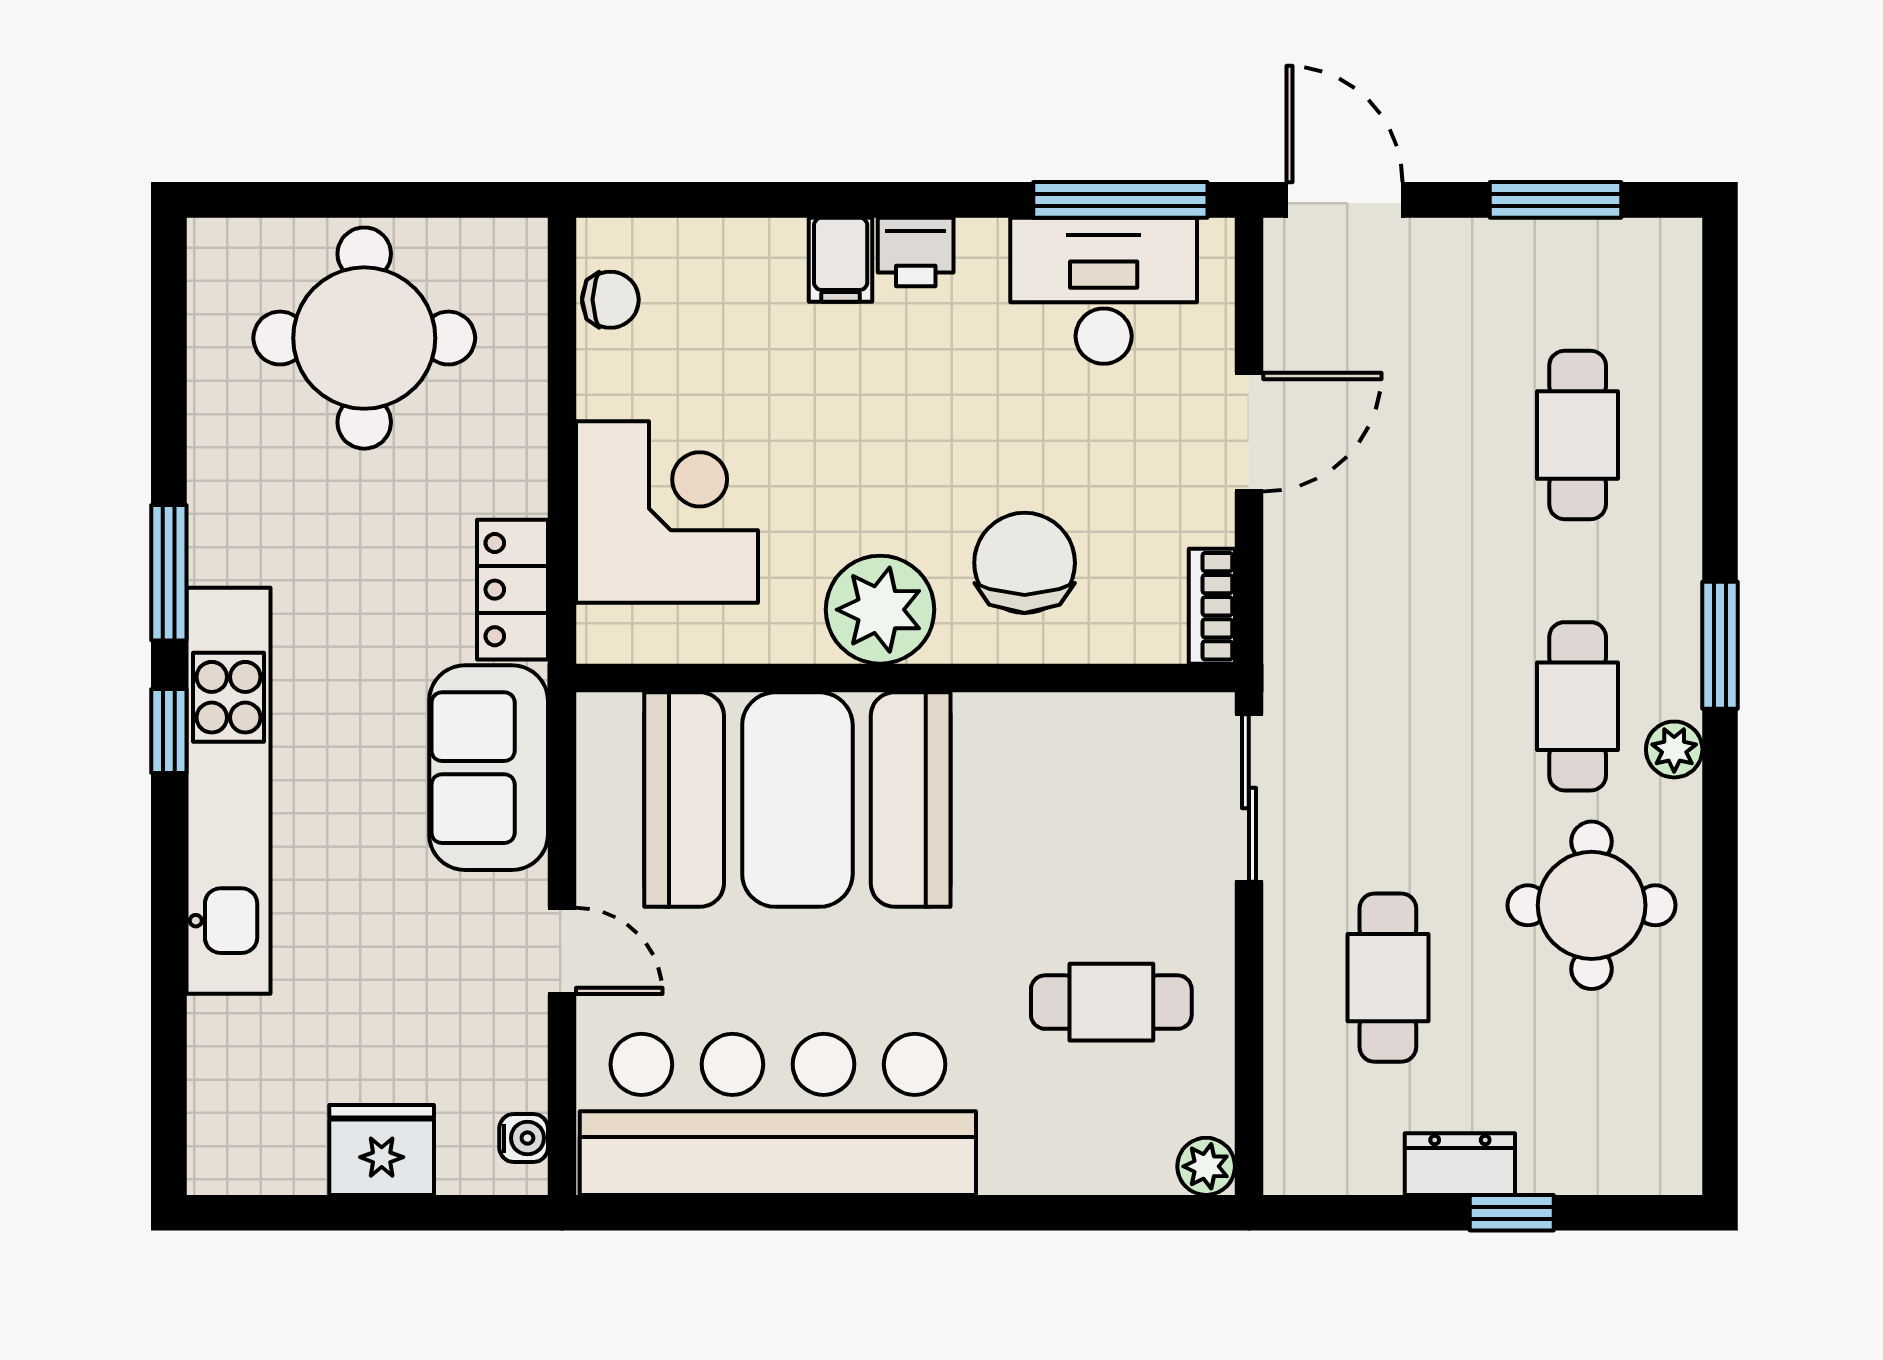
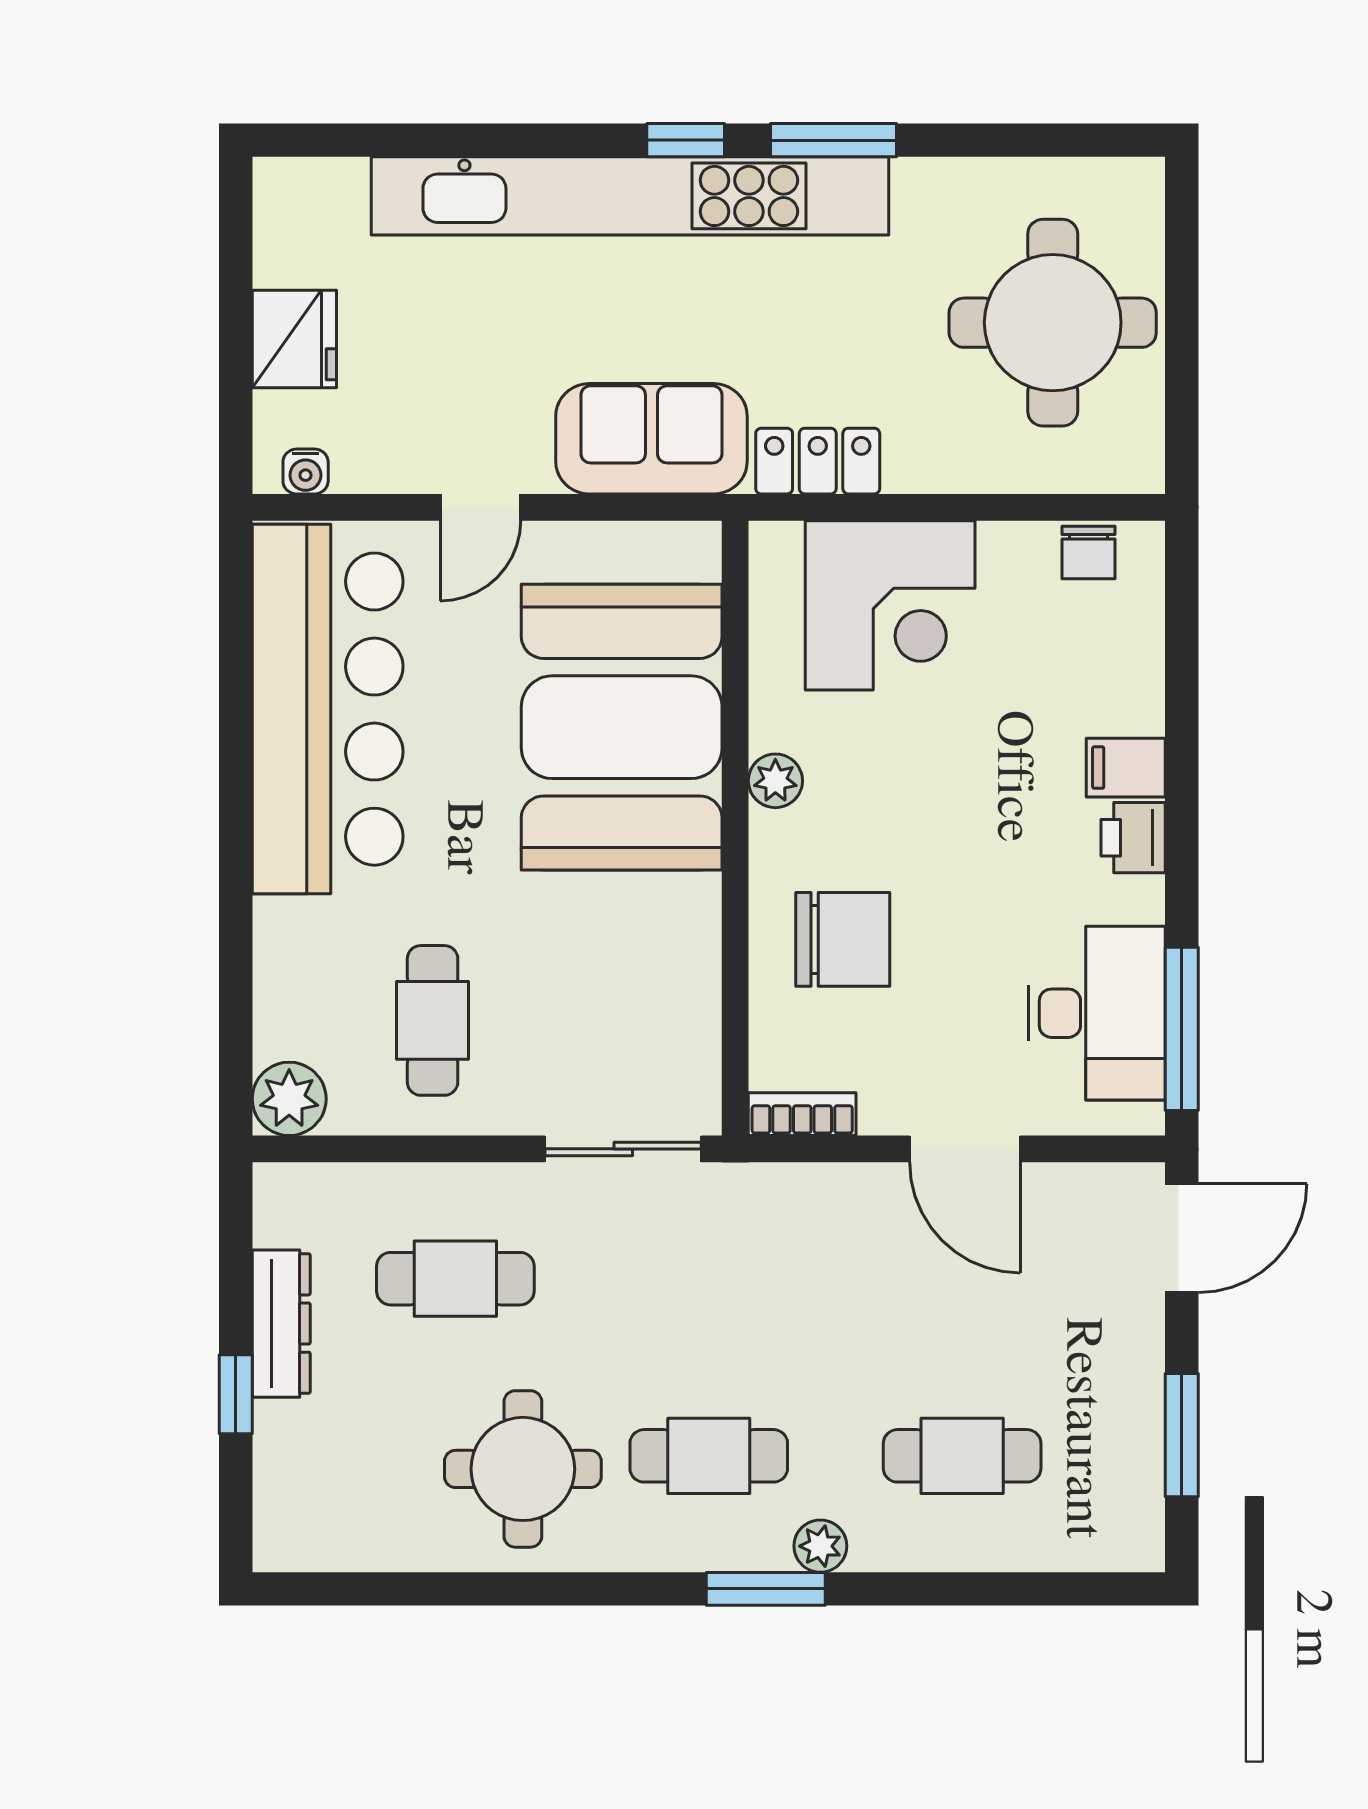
plant: (880, 610) -> (775, 781), width x0.53, depth x0.53
plant: (1674, 749) -> (820, 1546), moved
kitchen unit: (229, 791) -> (630, 196), width x1.36
dresser: (1460, 1164) -> (281, 1324), width x1.44
plant: (1206, 1166) -> (289, 1099), width x1.38, depth x1.38

